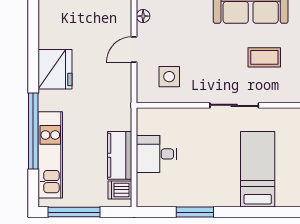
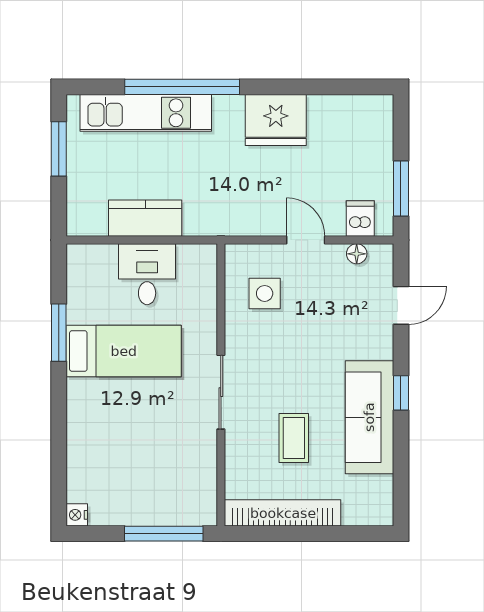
bed: (258, 169) -> (124, 351), moved
dishwasher: (120, 190) -> (360, 219), moved
window: (74, 212) -> (59, 149), width x0.69

